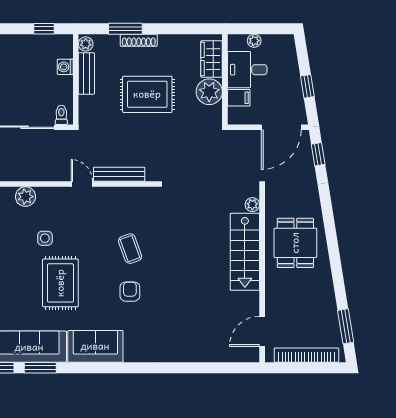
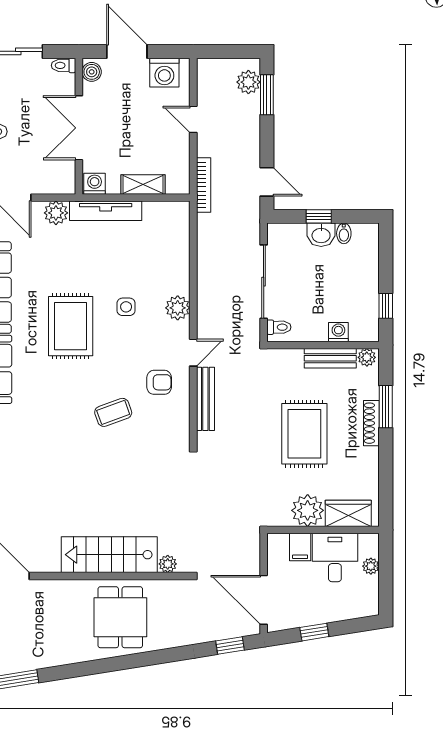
plant: (25, 197) -> (178, 308), moved
dining table: (295, 243) -> (120, 617), turned 90
rug: (60, 283) -> (71, 326), turned 90
armchair: (130, 292) -> (159, 382), moved

